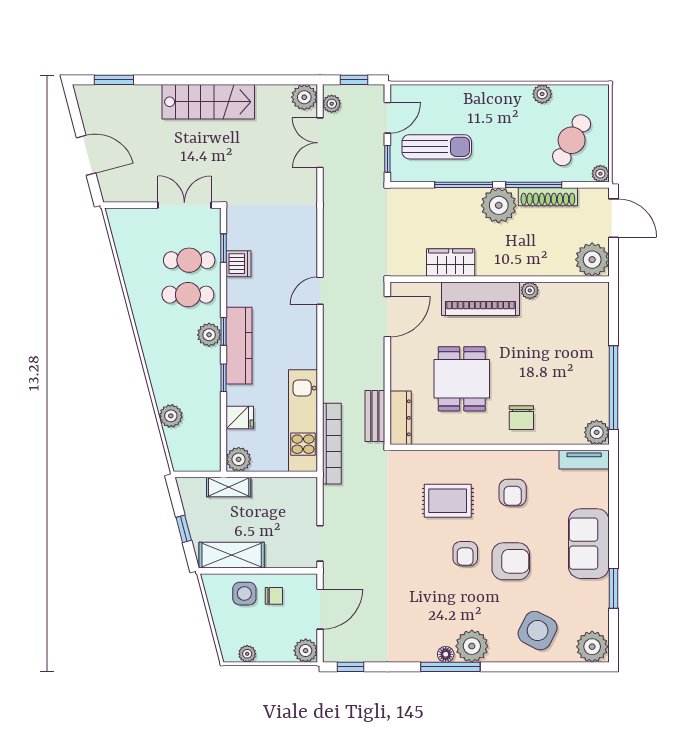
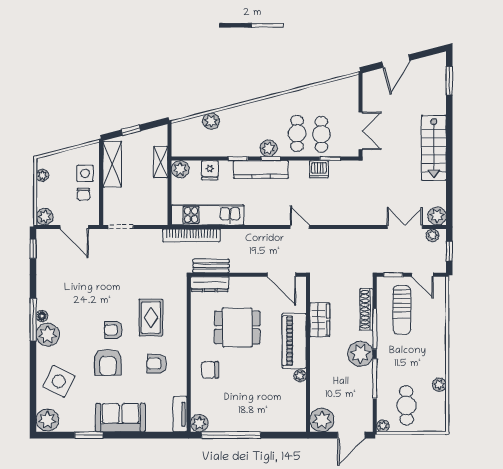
cafe table: (572, 140) -> (407, 405), turned 59
shoe rack: (548, 197) -> (366, 309), moved

